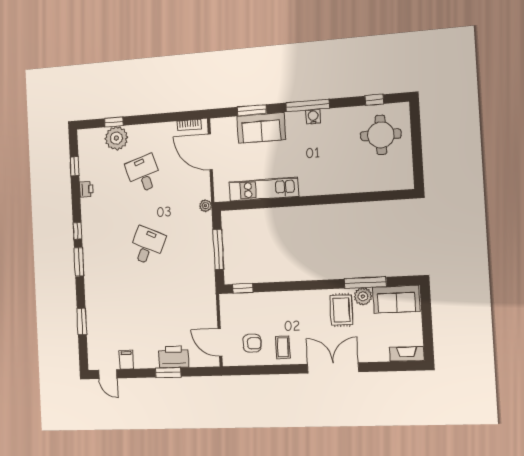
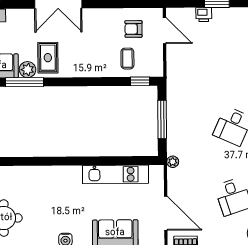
coffee table: (283, 347) -> (127, 59), moved
printer: (174, 357) -> (204, 15), width x0.53, depth x0.68

